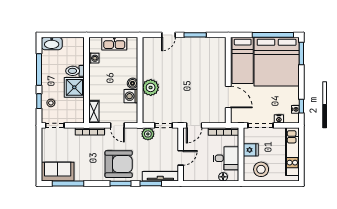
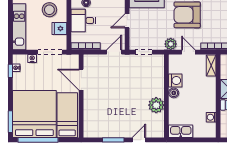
kitchen sink: (114, 44) -> (181, 131), moved
plant: (151, 87) -> (156, 105), moved
plant: (148, 134) -> (171, 44), moved

